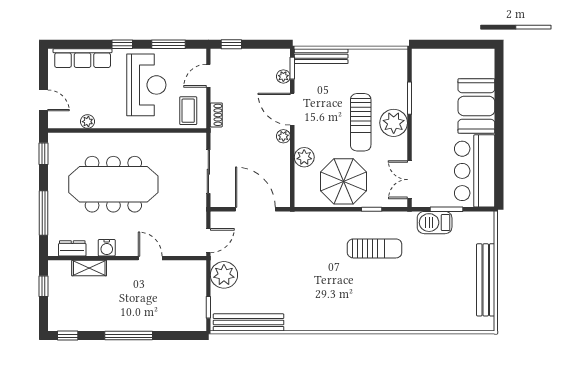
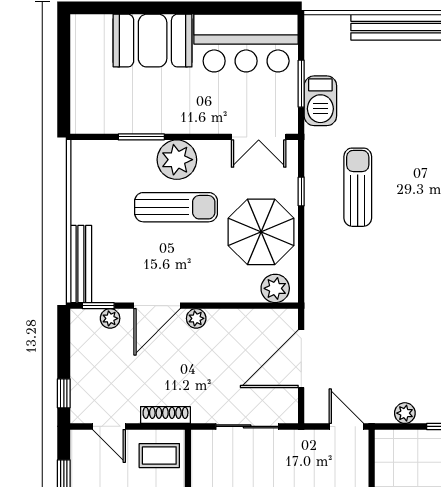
shoe rack: (216, 115) -> (165, 415), width x1.43
plant: (304, 157) -> (275, 288), moved
plant: (224, 275) -> (405, 413), width x0.53, depth x0.53

